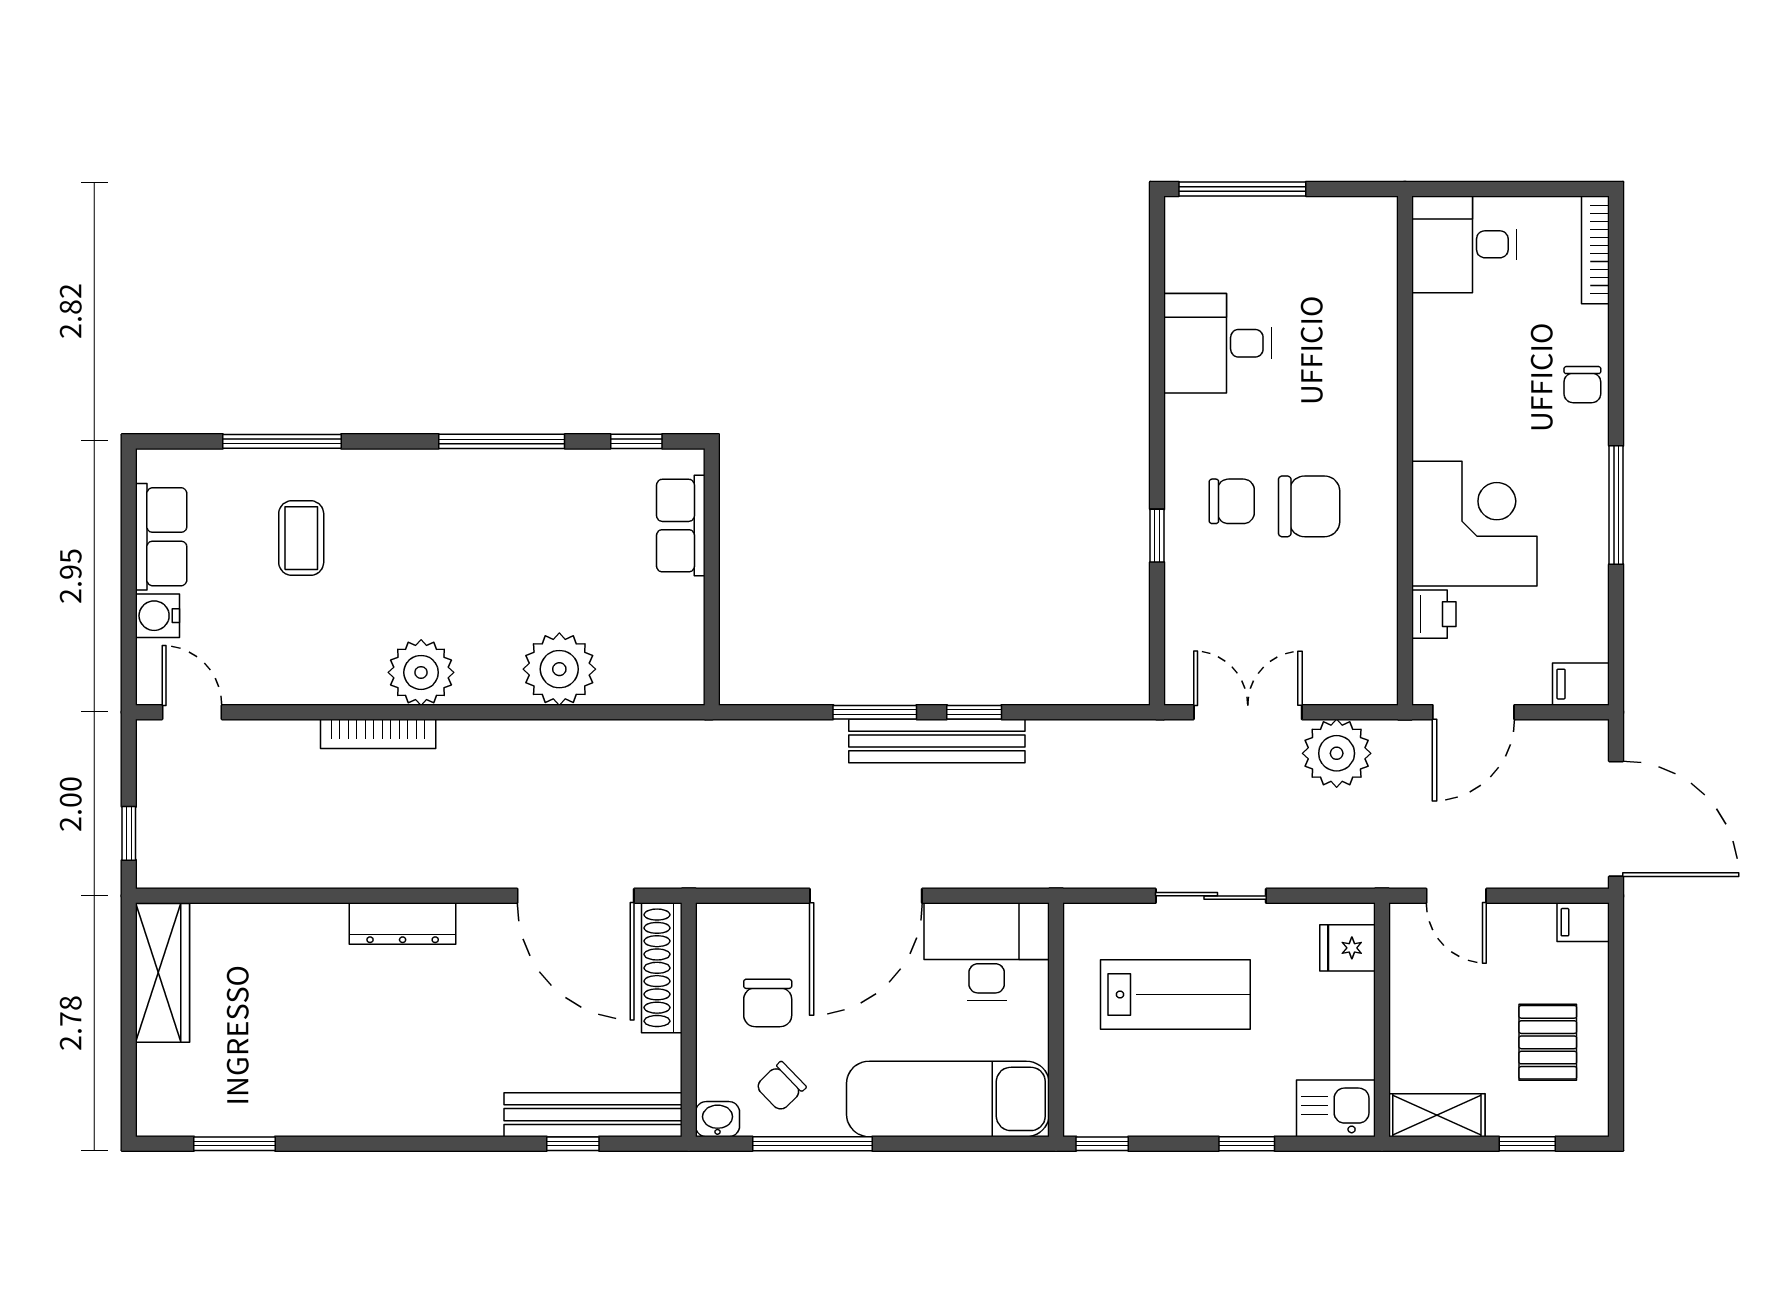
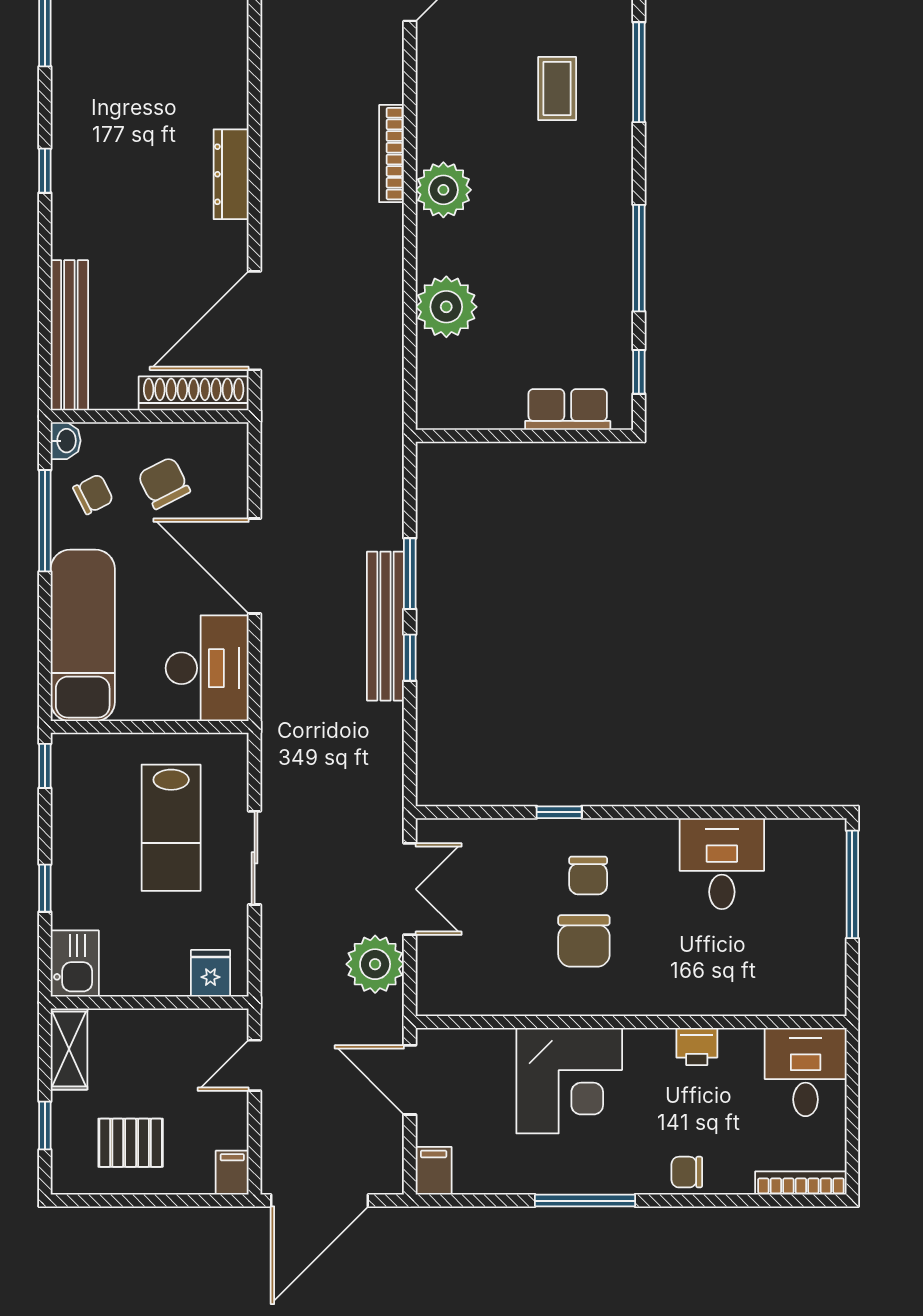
coffee table: (301, 538) -> (557, 88), turned 90
printer: (1434, 614) -> (697, 1046), moved
chair: (768, 1003) -> (164, 483), turned 63
chair: (781, 1087) -> (93, 494), turned 107
window: (573, 1144) -> (45, 171), moved

